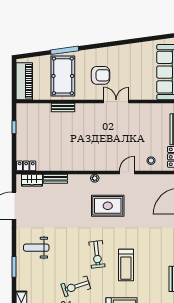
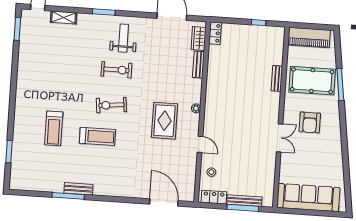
treadmill: (126, 265) -> (97, 136), turned 180
exercise bike: (76, 286) -> (116, 70), moved, turned 108

